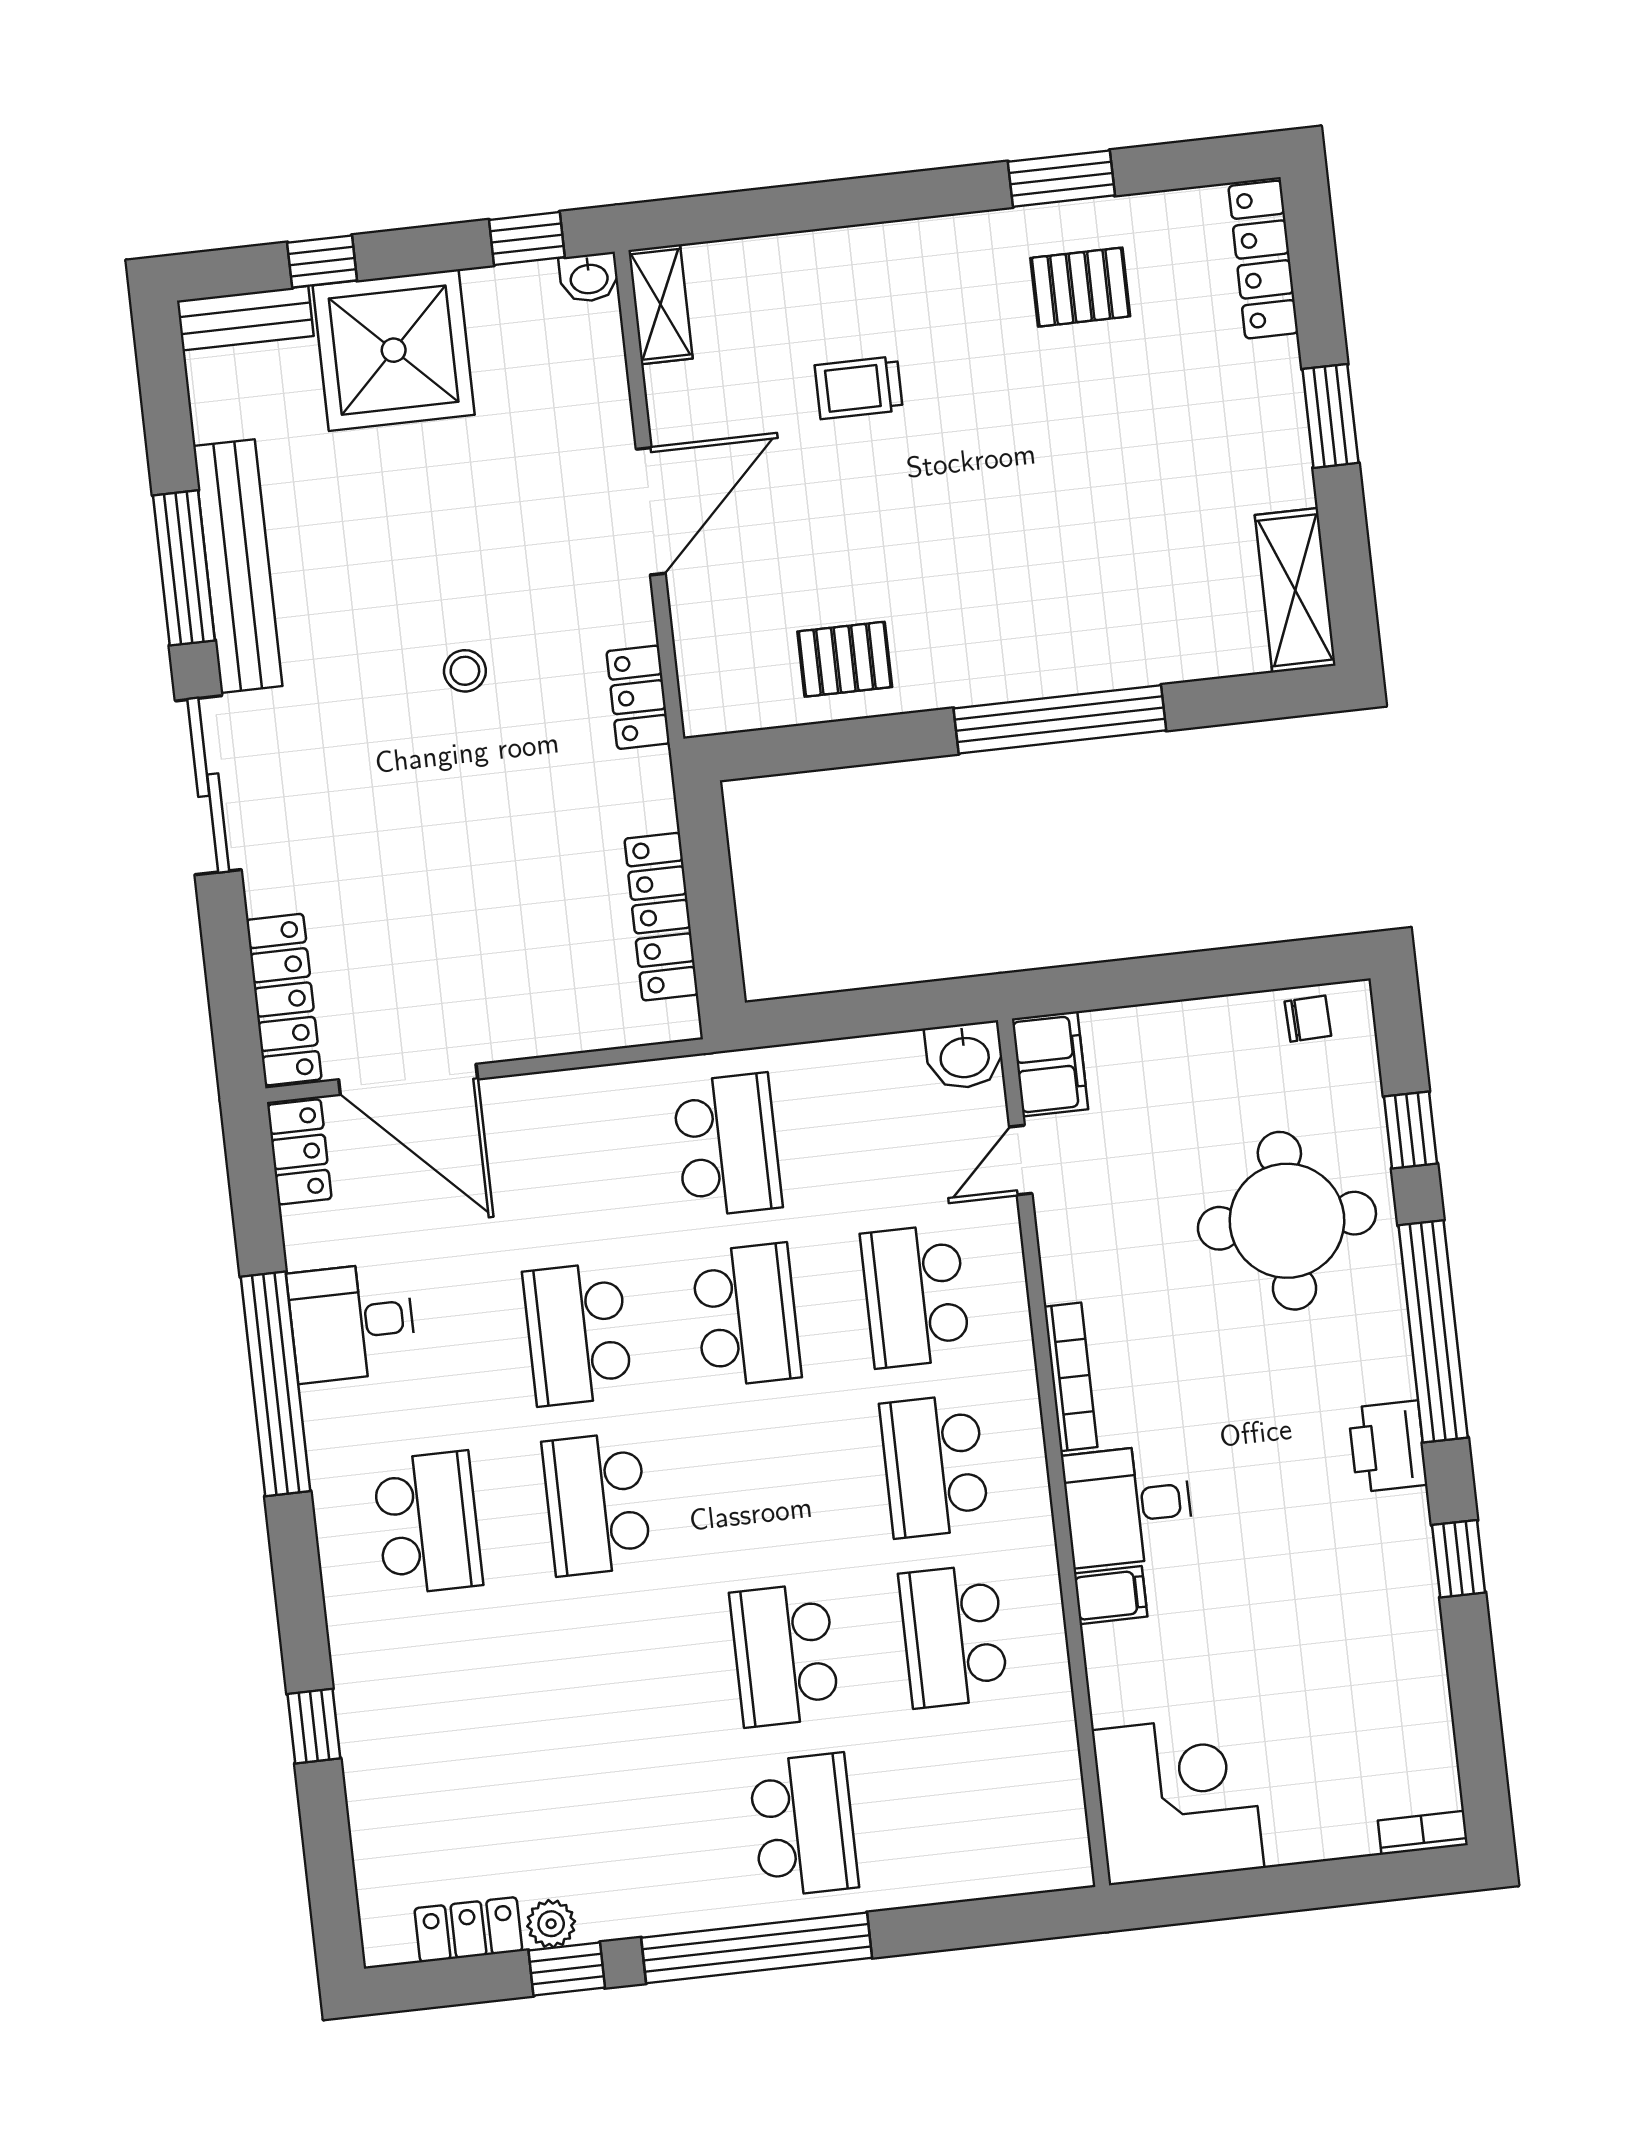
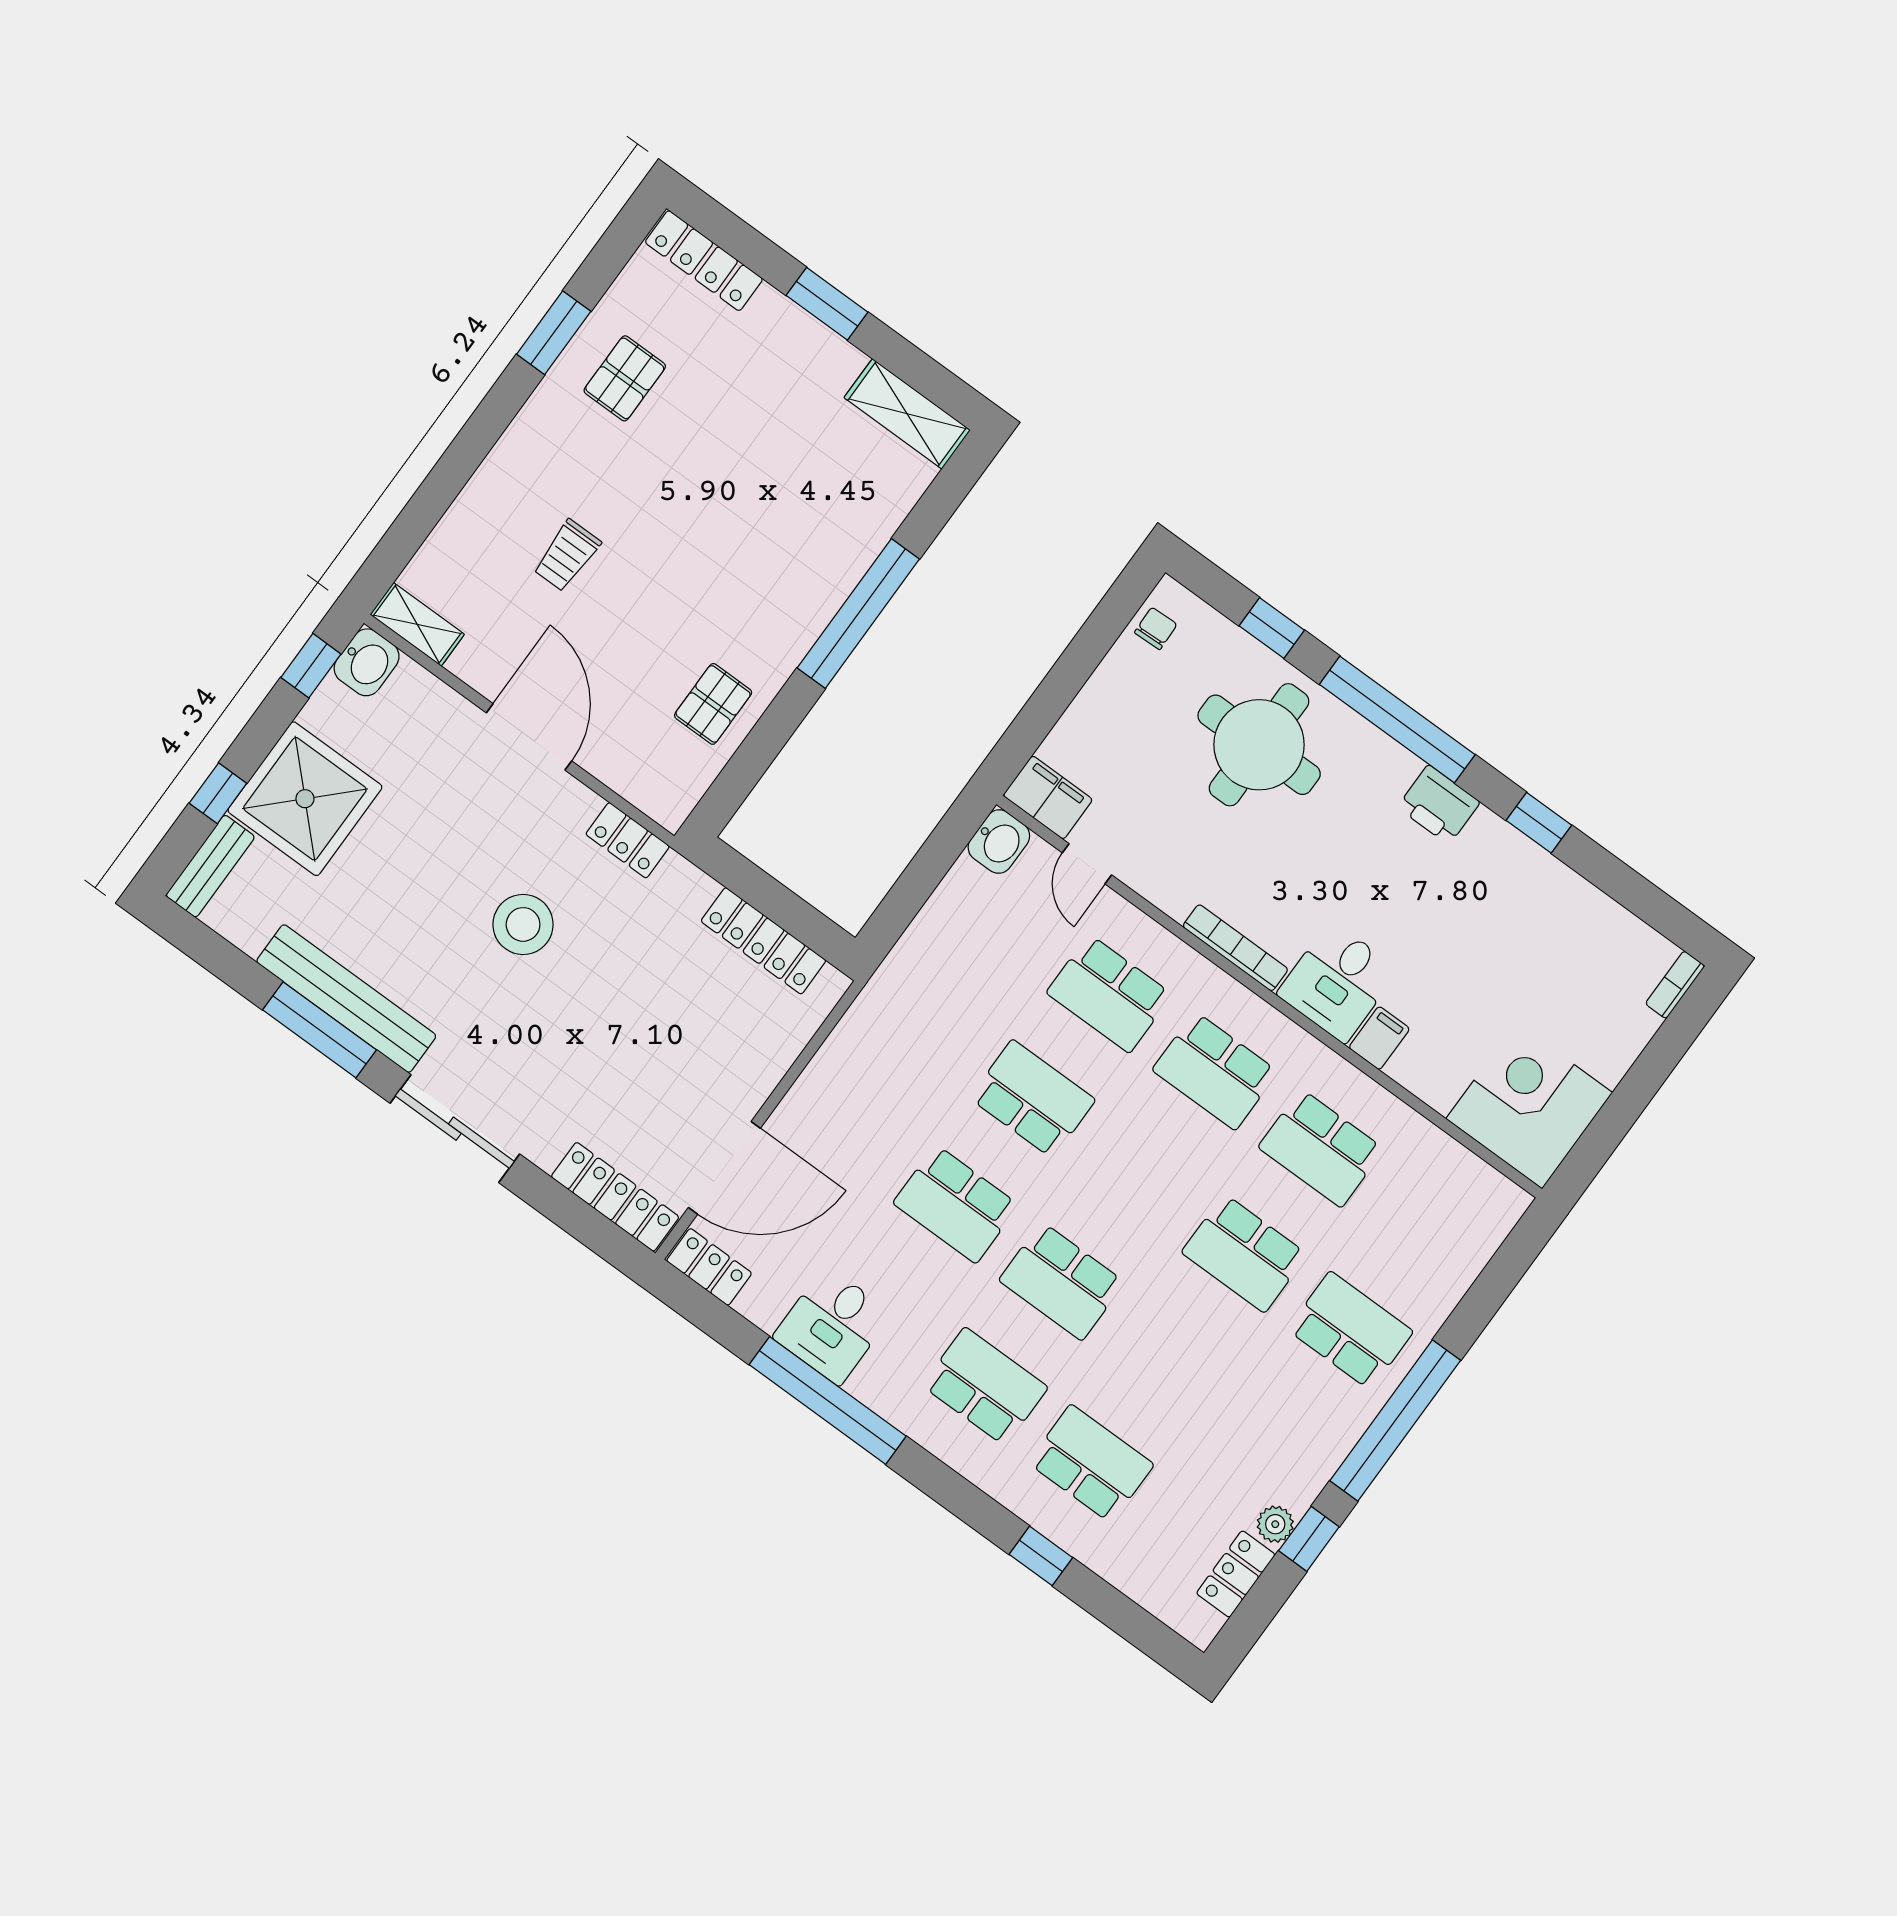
washbasin: (589, 278) -> (367, 662), width x1.38, depth x1.45
stool: (465, 671) -> (523, 924), width x1.89, depth x1.89
school desk: (727, 1145) -> (1091, 1464), moved

